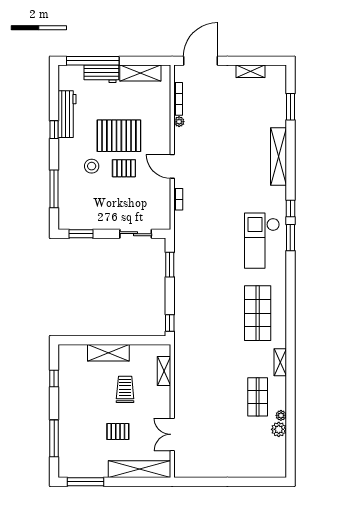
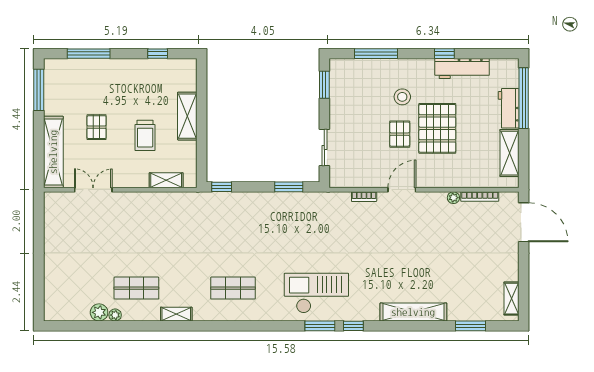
shelving: (250, 71) -> (511, 299), moved
shop shelf: (258, 313) -> (233, 288), width x0.70, depth x0.74
trolley: (125, 389) -> (145, 135), turned 90

